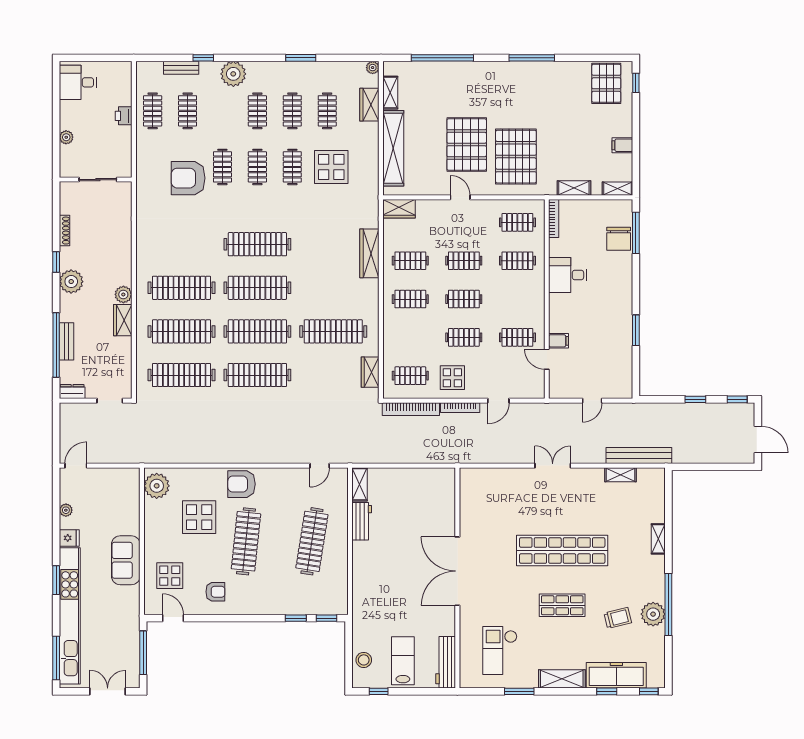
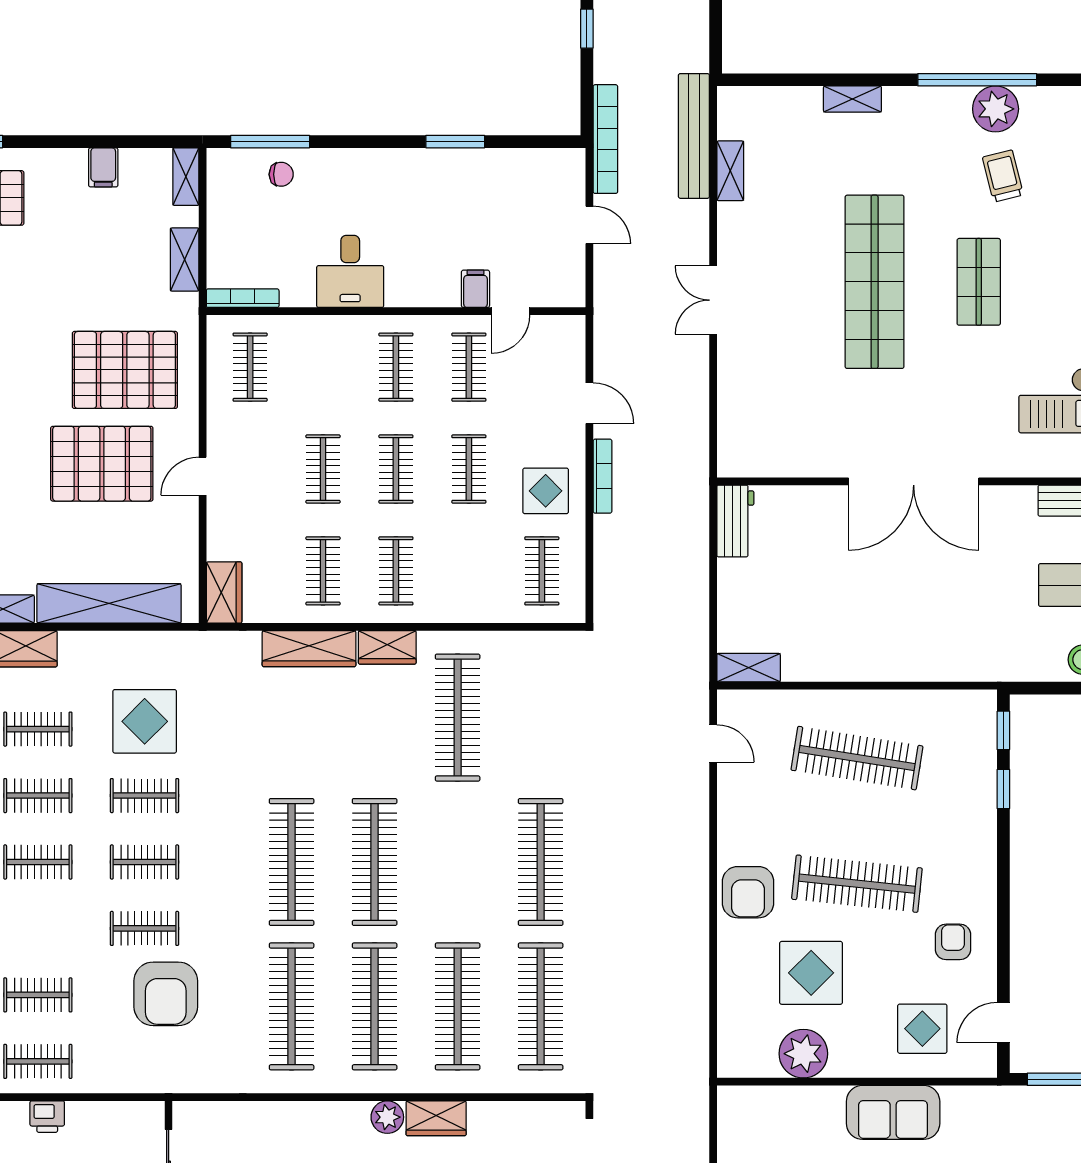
chair: (619, 239) -> (281, 174), width x0.54, depth x0.54
clothes rail: (517, 261) -> (396, 367), moved
clothes rail: (257, 331) -> (292, 1006), moved
wardrobe: (370, 372) -> (387, 647), moved
bookcase: (411, 409) -> (605, 139), moved
plant: (157, 486) -> (803, 1054), moved
workbench: (362, 521) -> (735, 521), moved, turned 90

